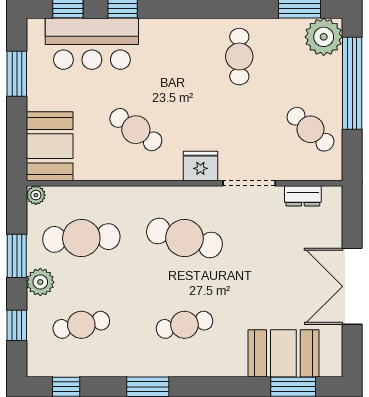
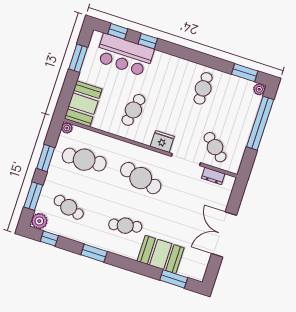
plant: (324, 37) -> (259, 89), width x0.53, depth x0.53
cafe table: (311, 129) -> (215, 147), moved
cafe table: (136, 130) -> (133, 110), turned 66
plant: (40, 282) -> (39, 221), moved
window: (17, 325) -> (33, 196), width x1.50
cafe table: (81, 325) -> (69, 207), turned 30
booth: (283, 353) -> (161, 254), moved

